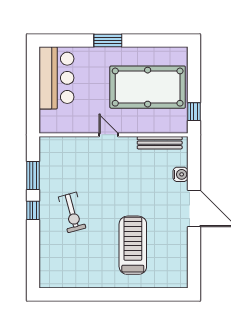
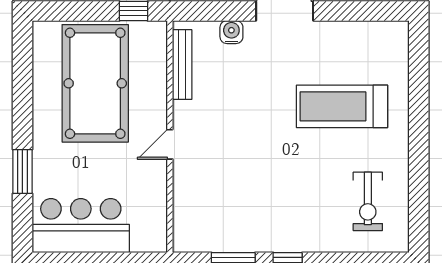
window: (108, 40) -> (22, 171), moved
exercise bike: (72, 212) -> (368, 201), moved, turned 105

